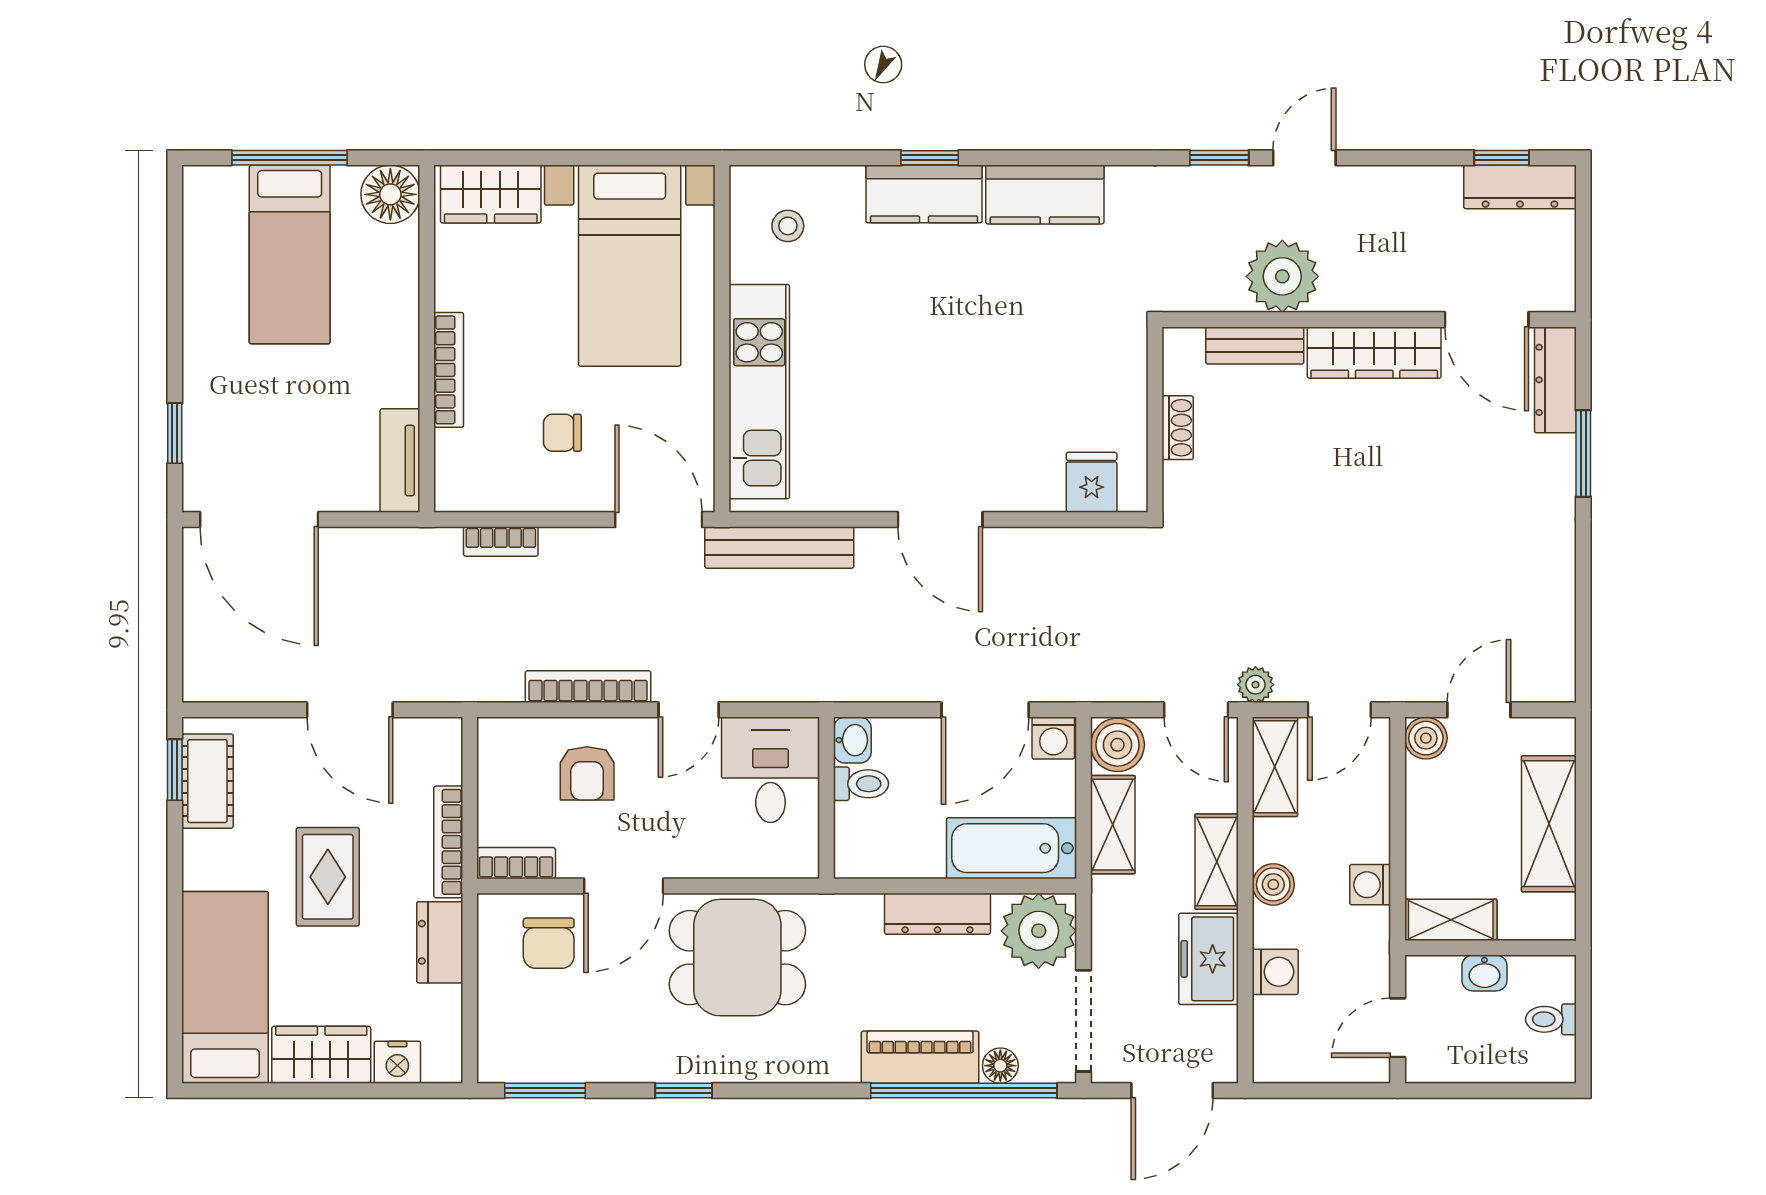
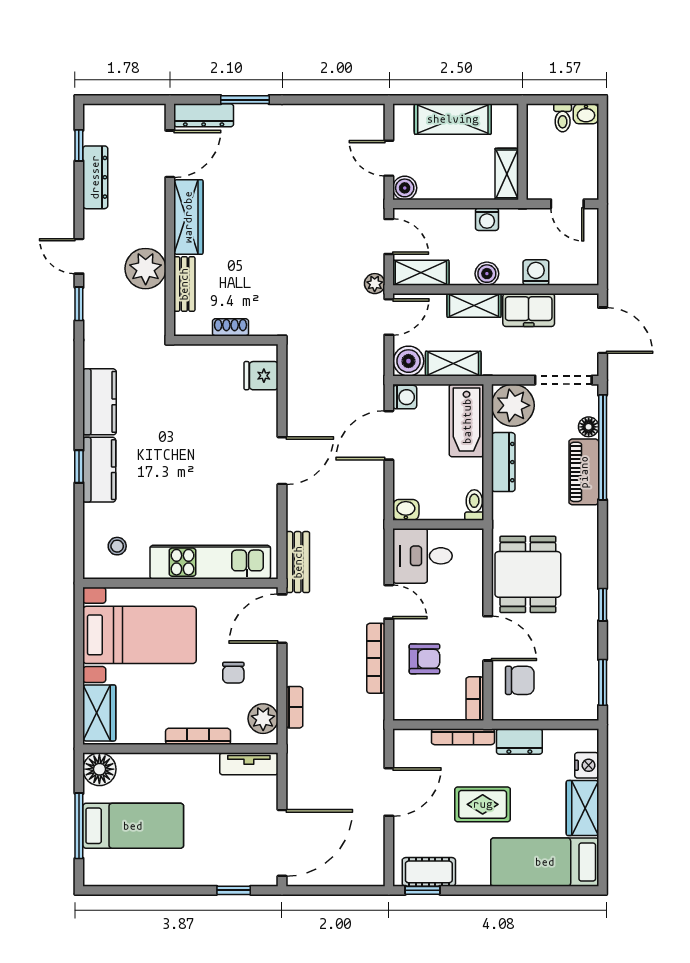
dresser: (1520, 187) -> (95, 177), moved
plant: (481, 486) -> (263, 719), added
bench: (779, 547) -> (298, 562), width x0.73
door: (985, 710) -> (389, 435), swing flipped
toilet: (861, 784) -> (474, 505), moved
washbasin: (1484, 973) -> (586, 114), moved, turned 90

